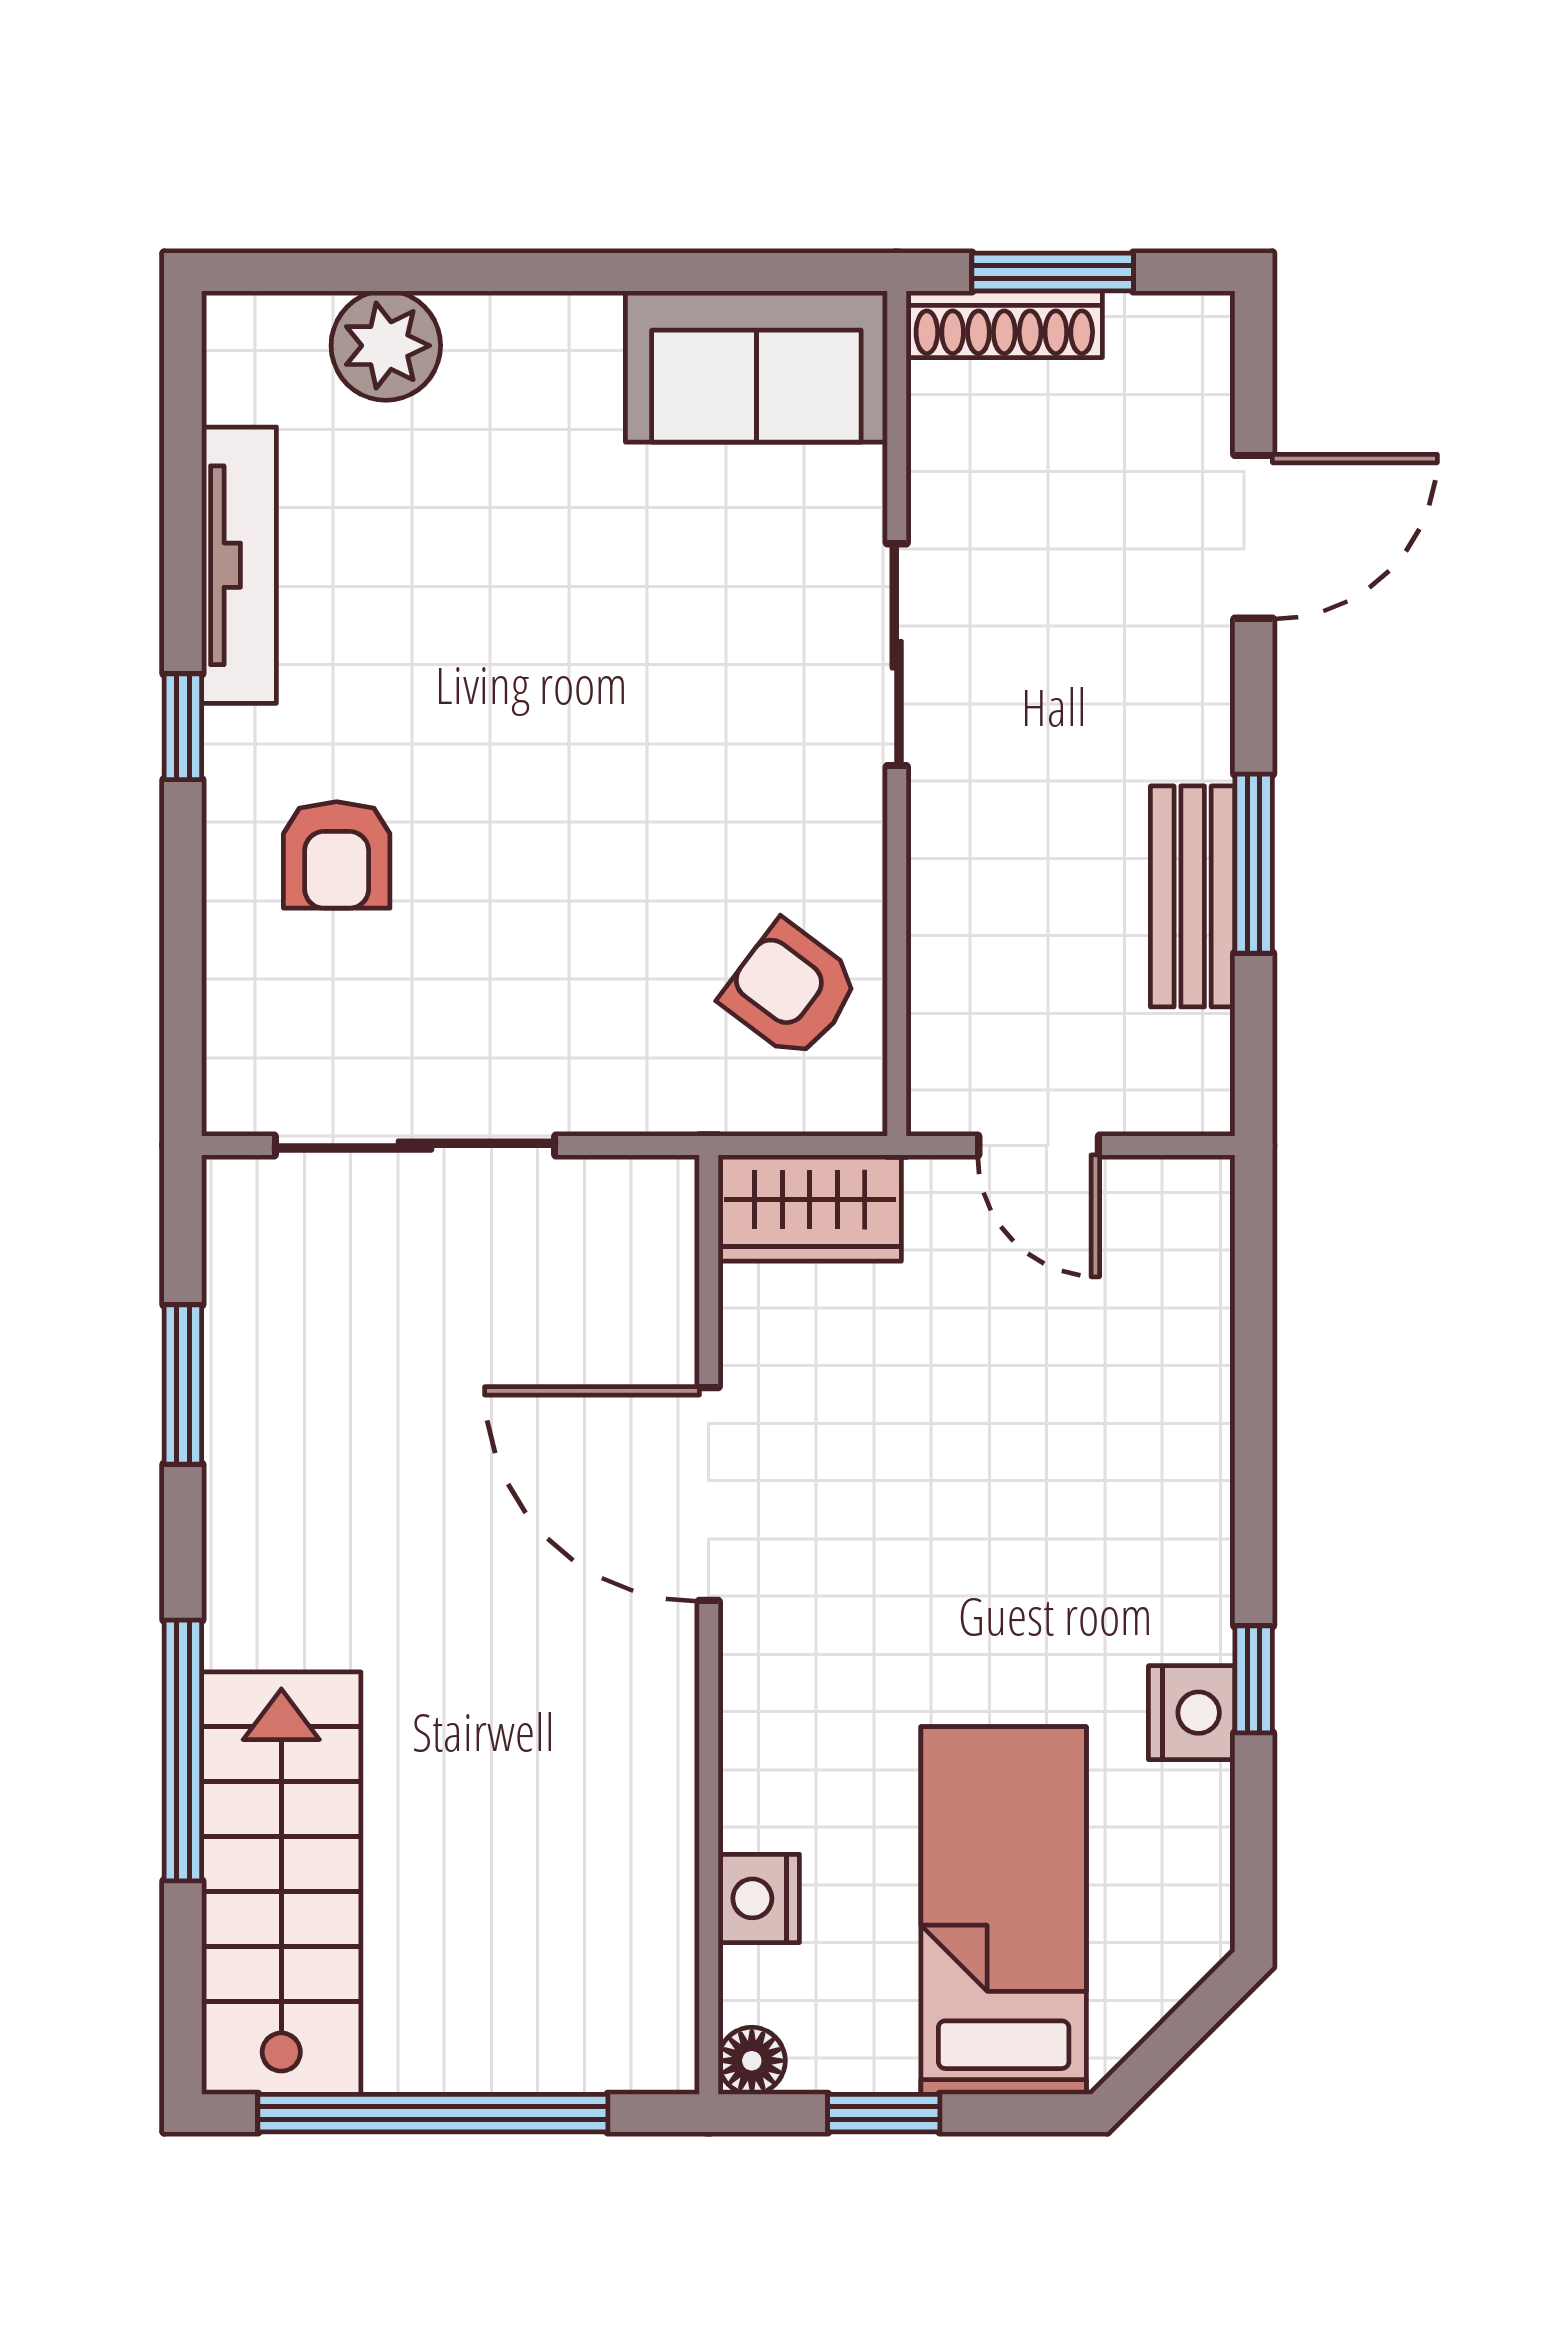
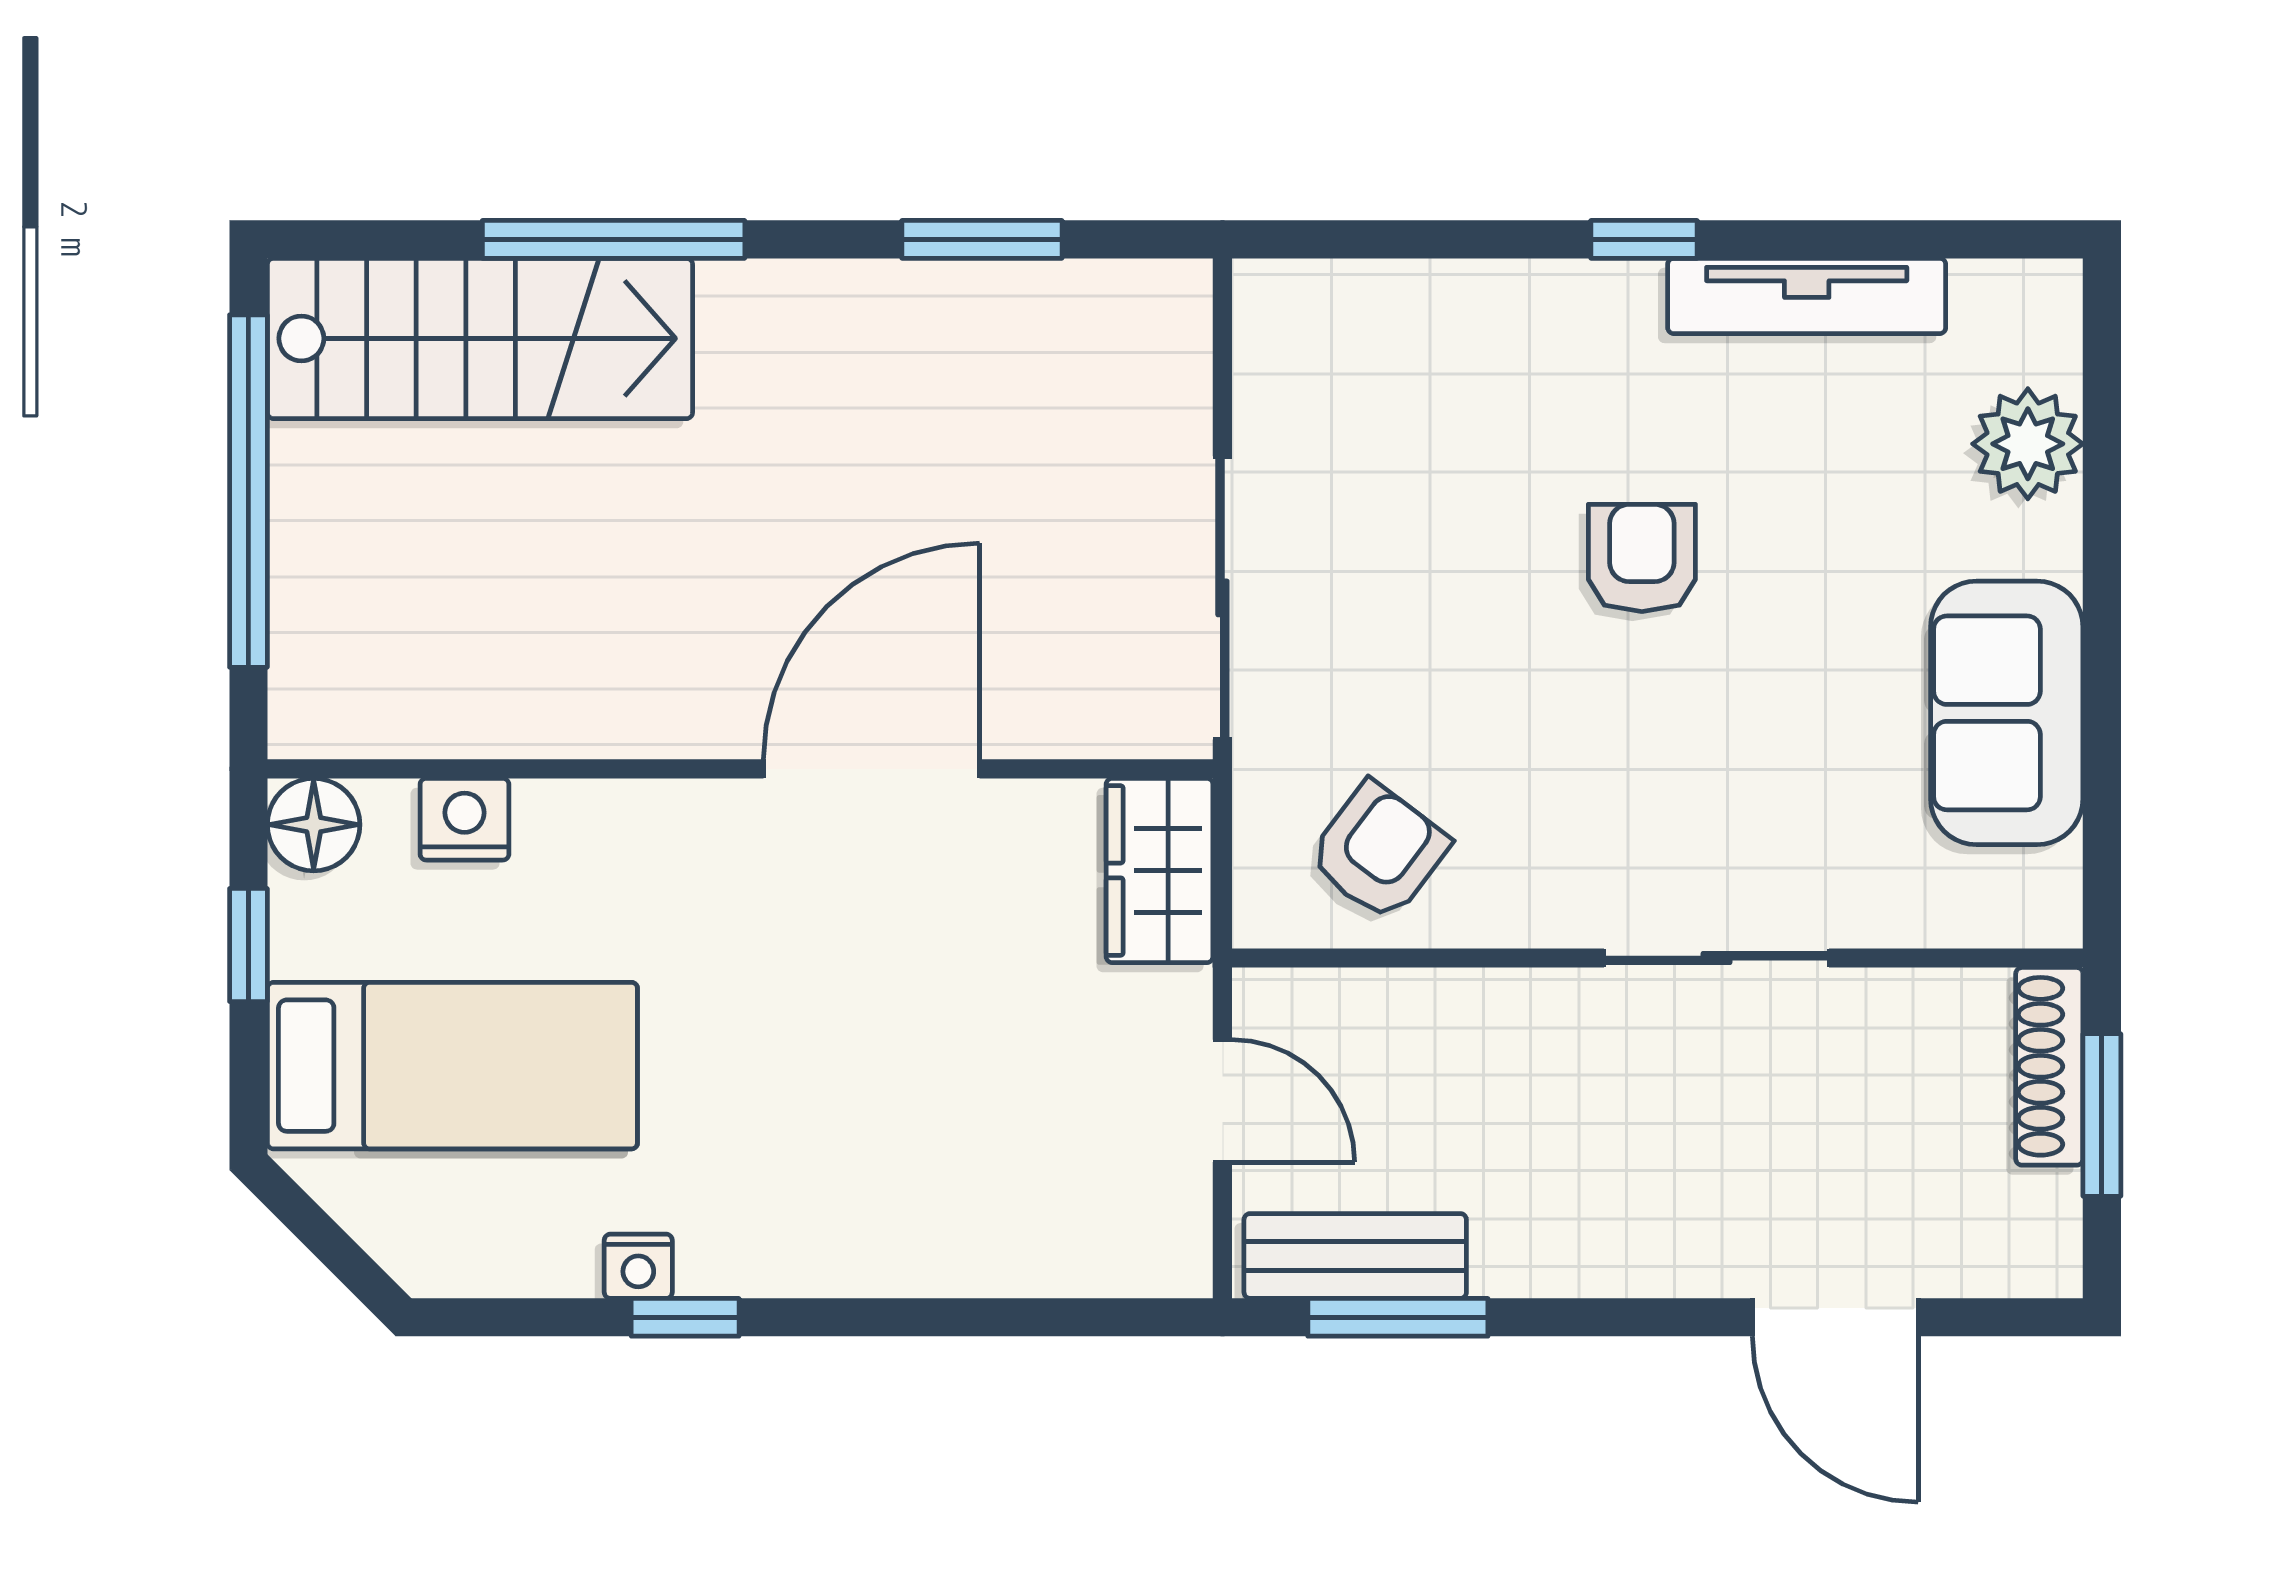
sofa: (756, 366) -> (2007, 713), moved
armchair: (337, 855) -> (1642, 558), moved, turned 90
window: (1254, 864) -> (1398, 1317), moved
bench: (1193, 896) -> (1355, 1256), moved
sliding door: (415, 1146) -> (1222, 598), moved
door: (1039, 1146) -> (1222, 1101), swing flipped
nightstand: (1192, 1713) -> (638, 1266), width x0.72, depth x0.74
floor lamp: (752, 2061) -> (314, 825), width x1.37, depth x1.37

